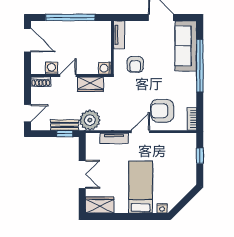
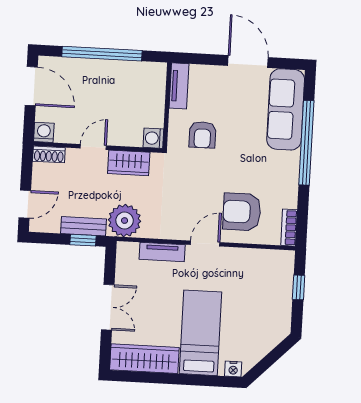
washing machine: (52, 68) -> (44, 132), moved
wardrobe: (100, 205) -> (144, 359), width x1.50

